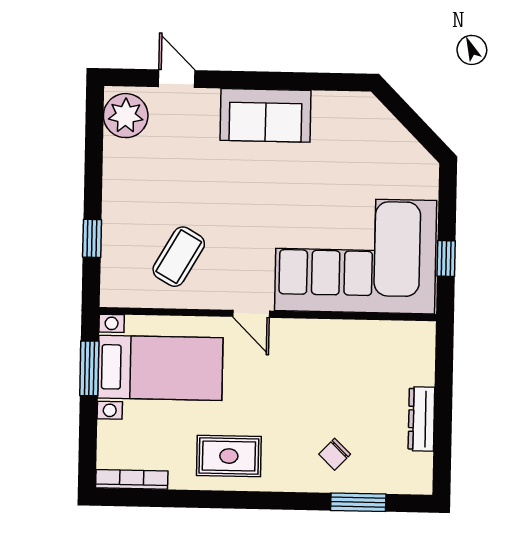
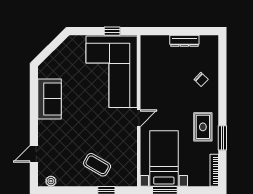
sofa: (266, 115) -> (49, 99), moved
plant: (126, 116) -> (51, 181), width x0.53, depth x0.53
coffee table: (179, 257) -> (97, 165), moved
window: (358, 502) -> (222, 138), moved

